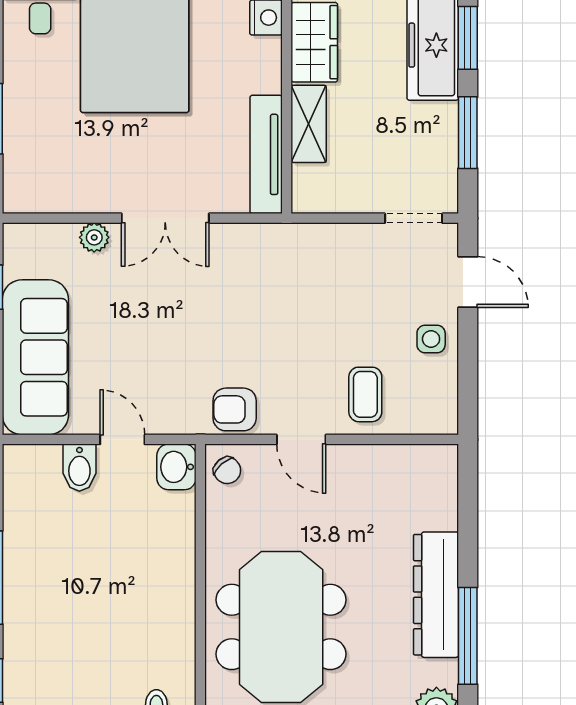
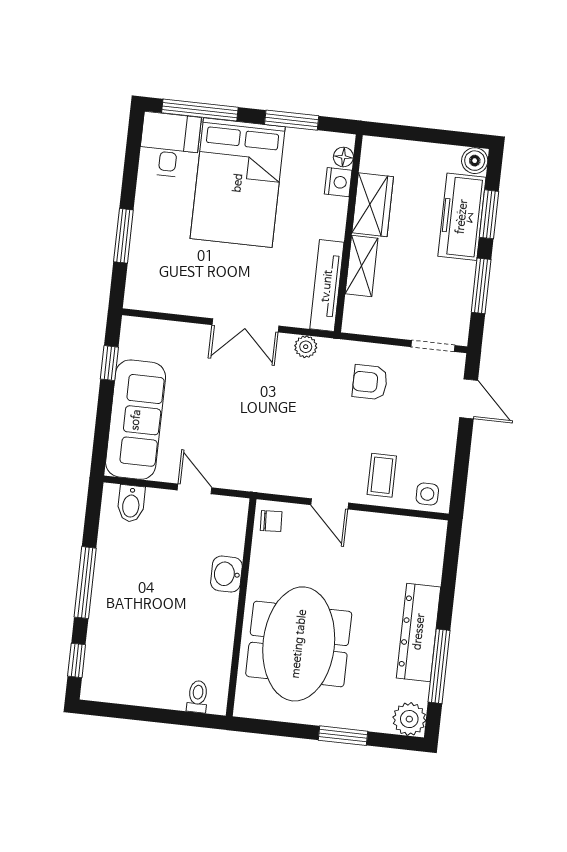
plant: (94, 237) -> (306, 347), moved
side table: (431, 339) -> (427, 494), moved
armchair: (235, 409) -> (370, 382), moved
washbasin: (176, 467) -> (226, 574), moved
bidet: (79, 468) -> (131, 504), moved
chair: (227, 470) -> (271, 521), turned -52

